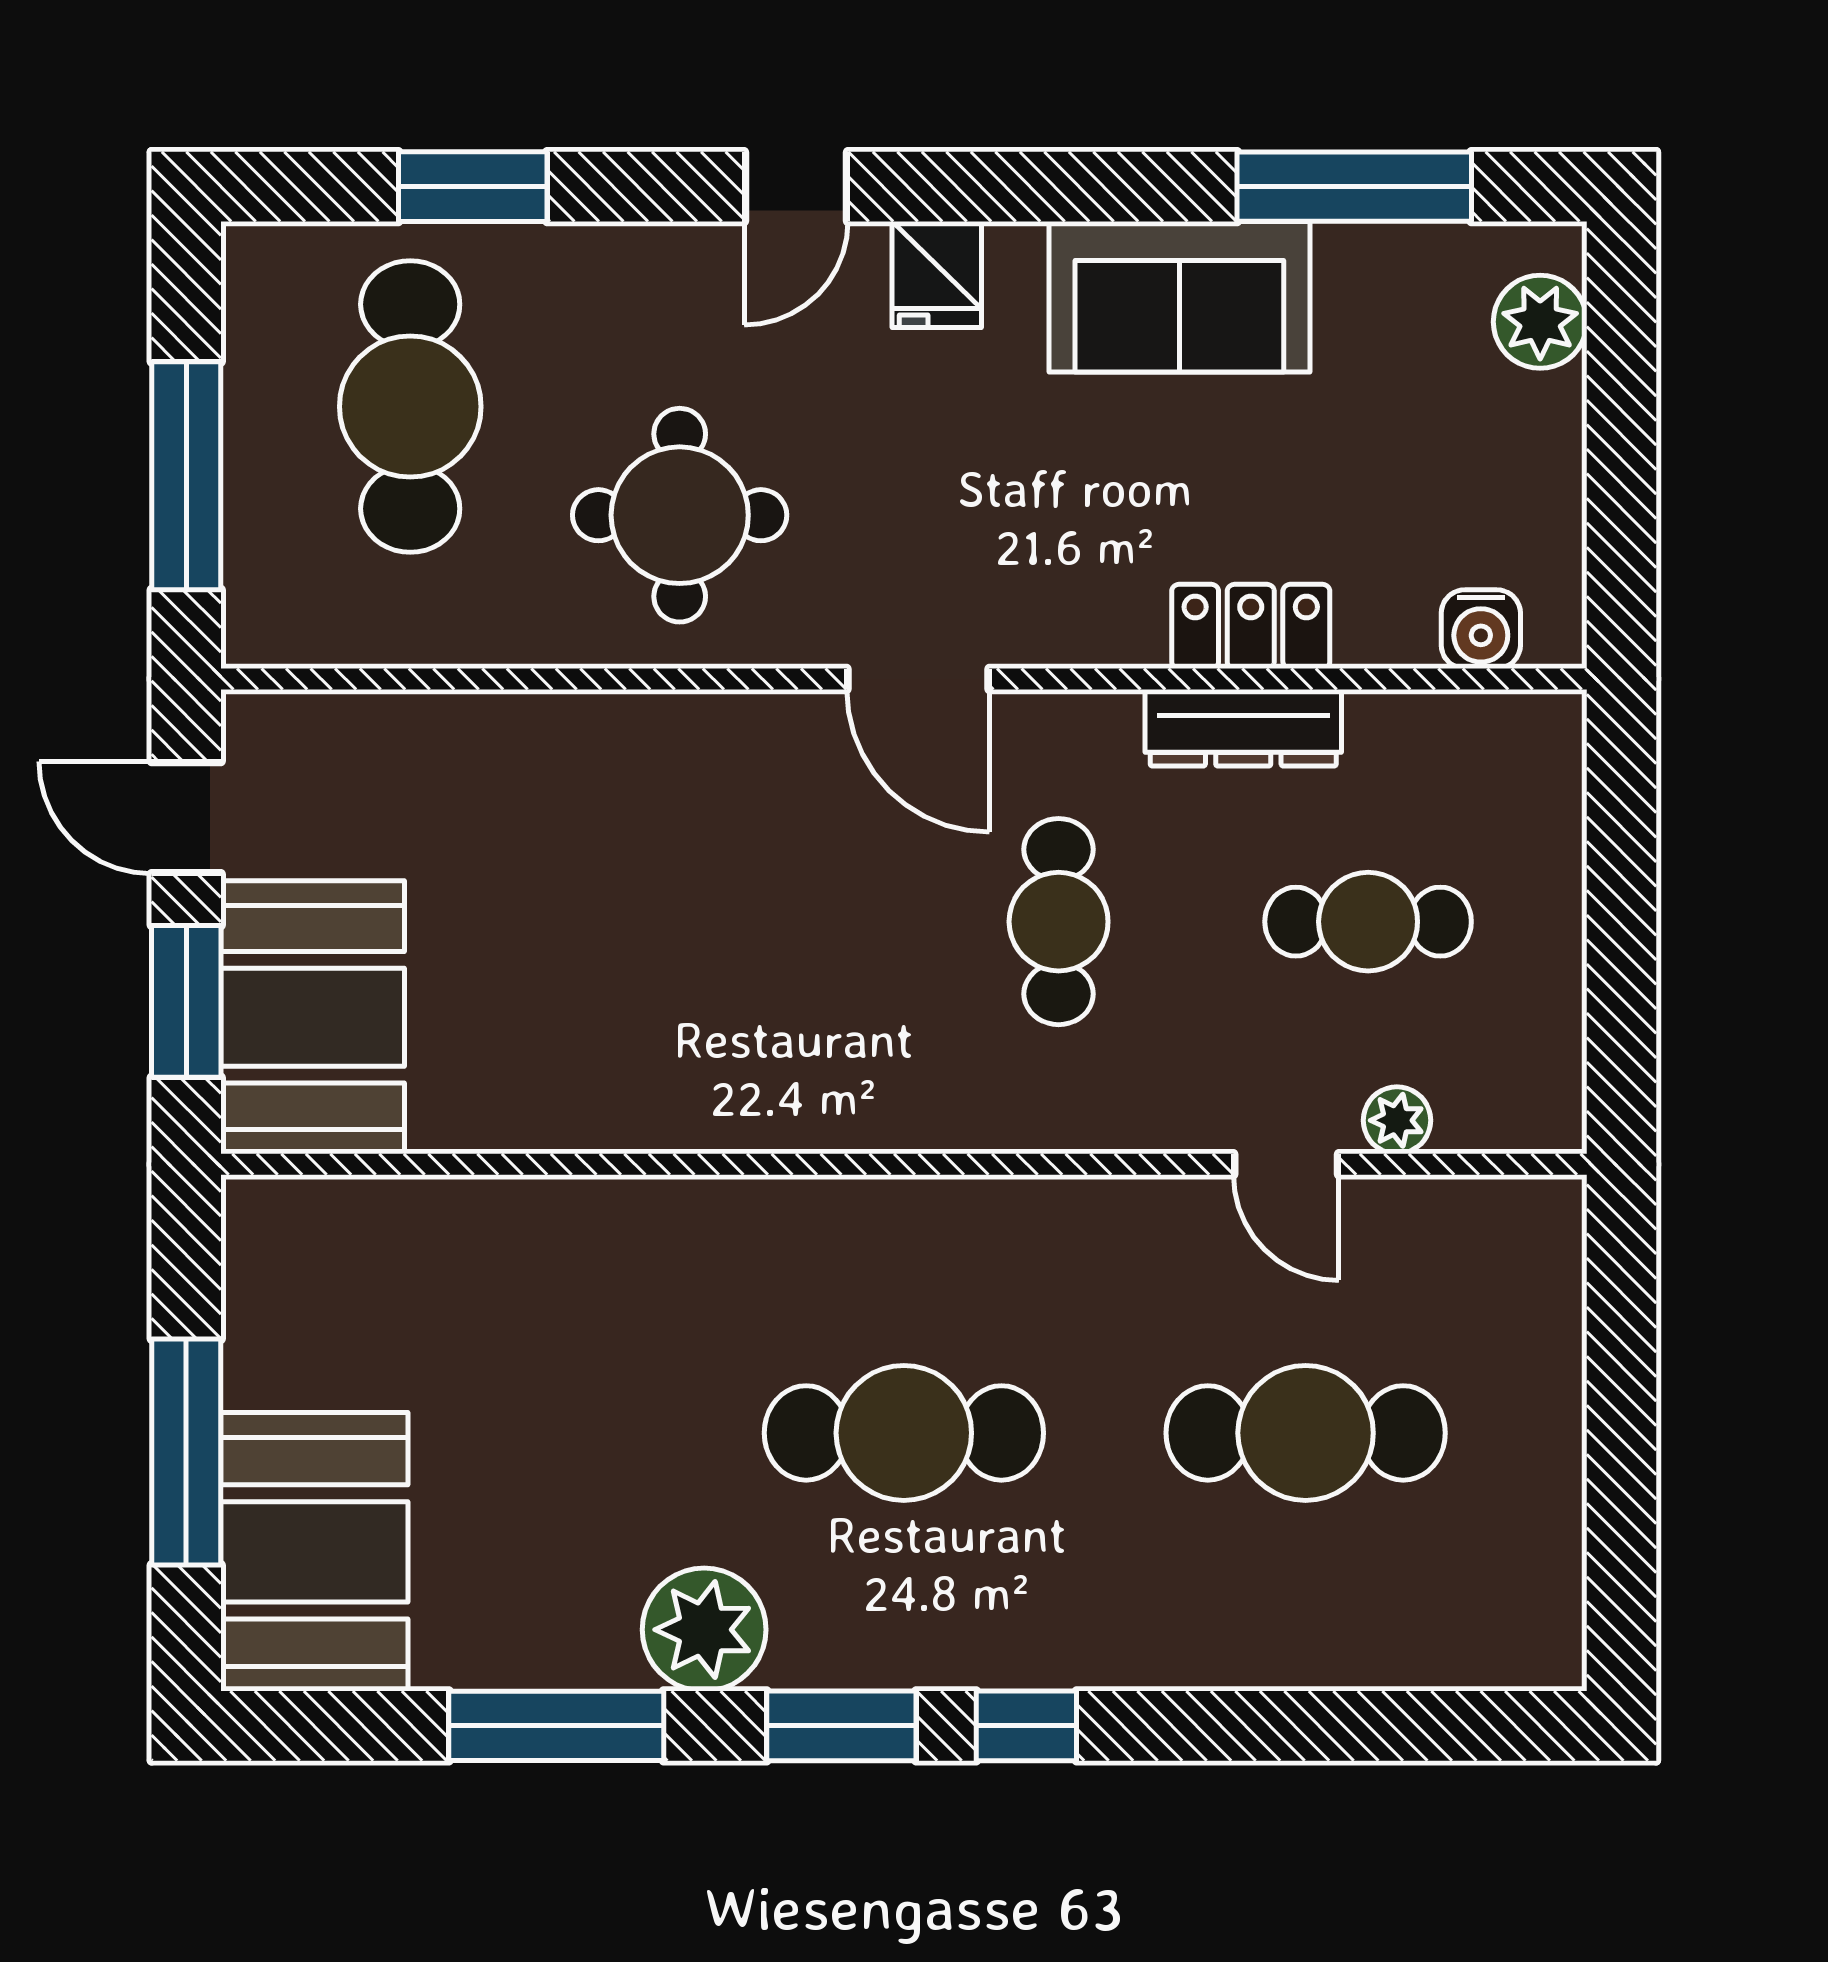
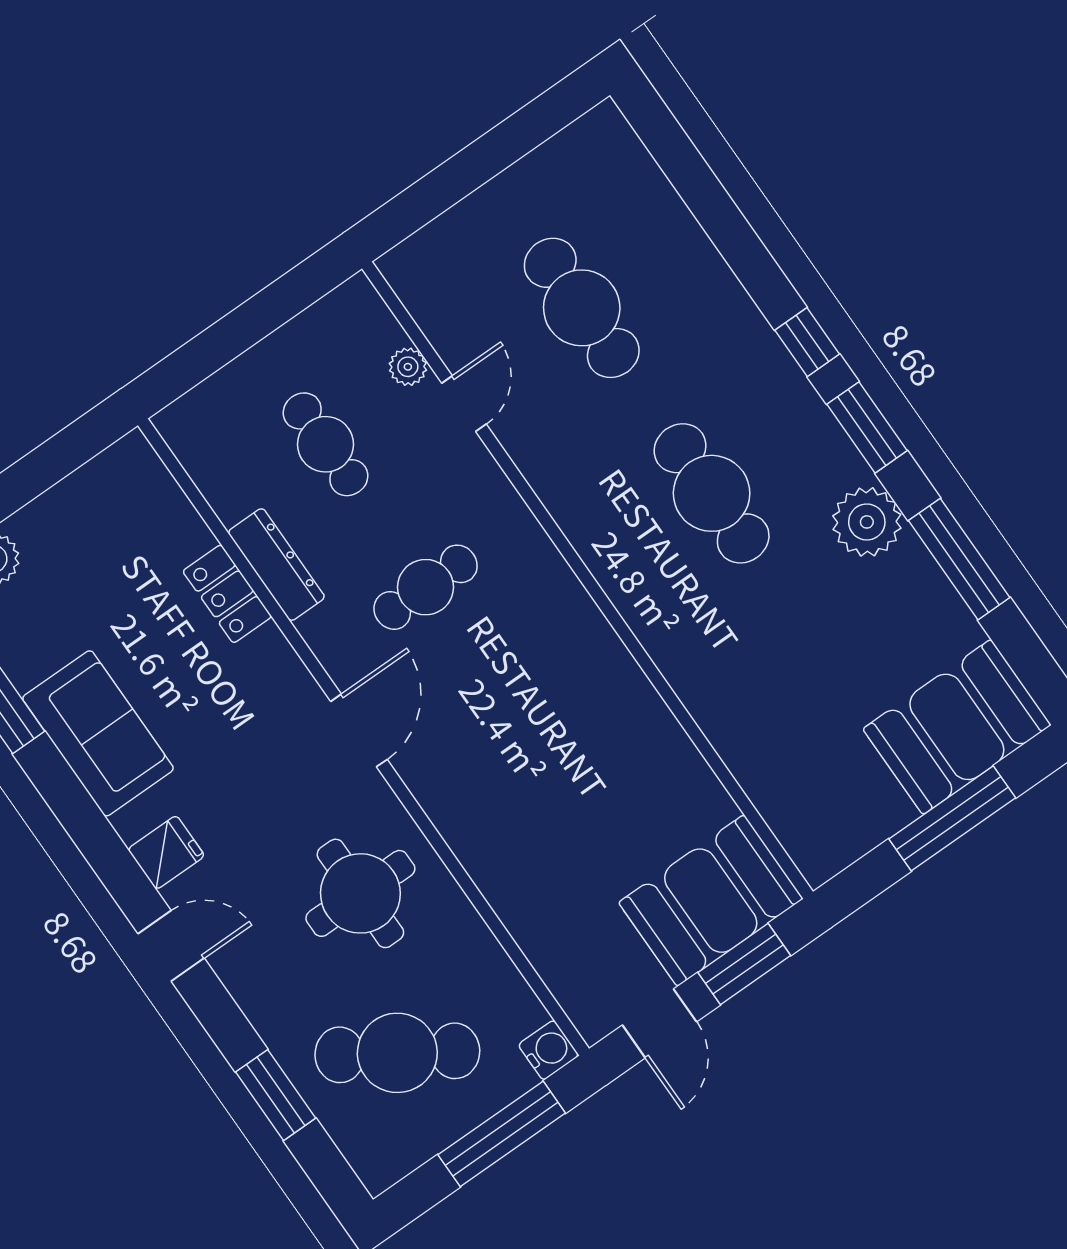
cafe table: (410, 407) -> (397, 1053), turned 33
water cooler: (1481, 629) -> (548, 1050), moved

